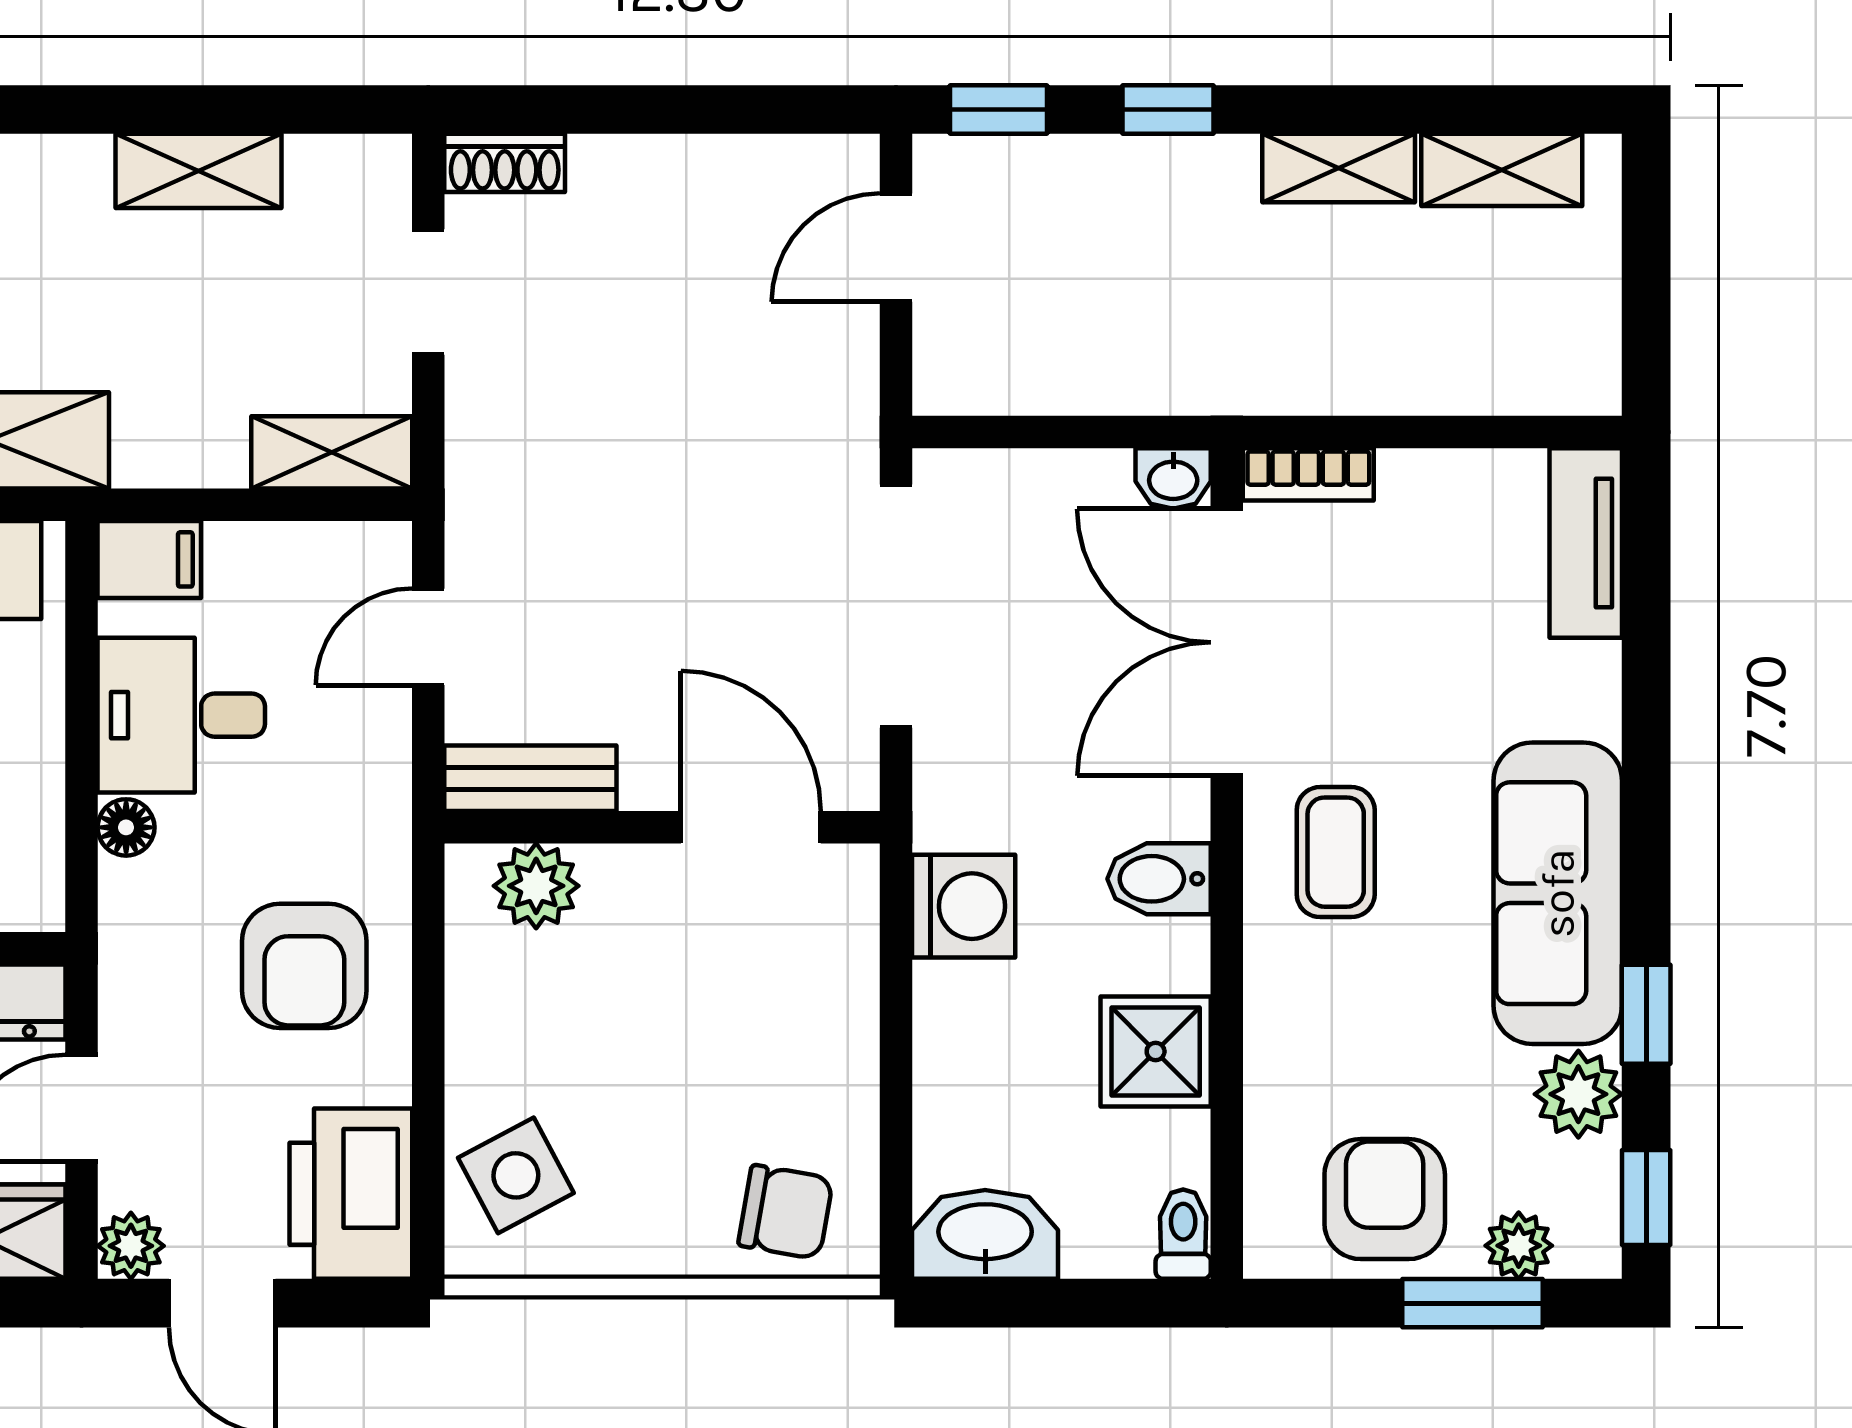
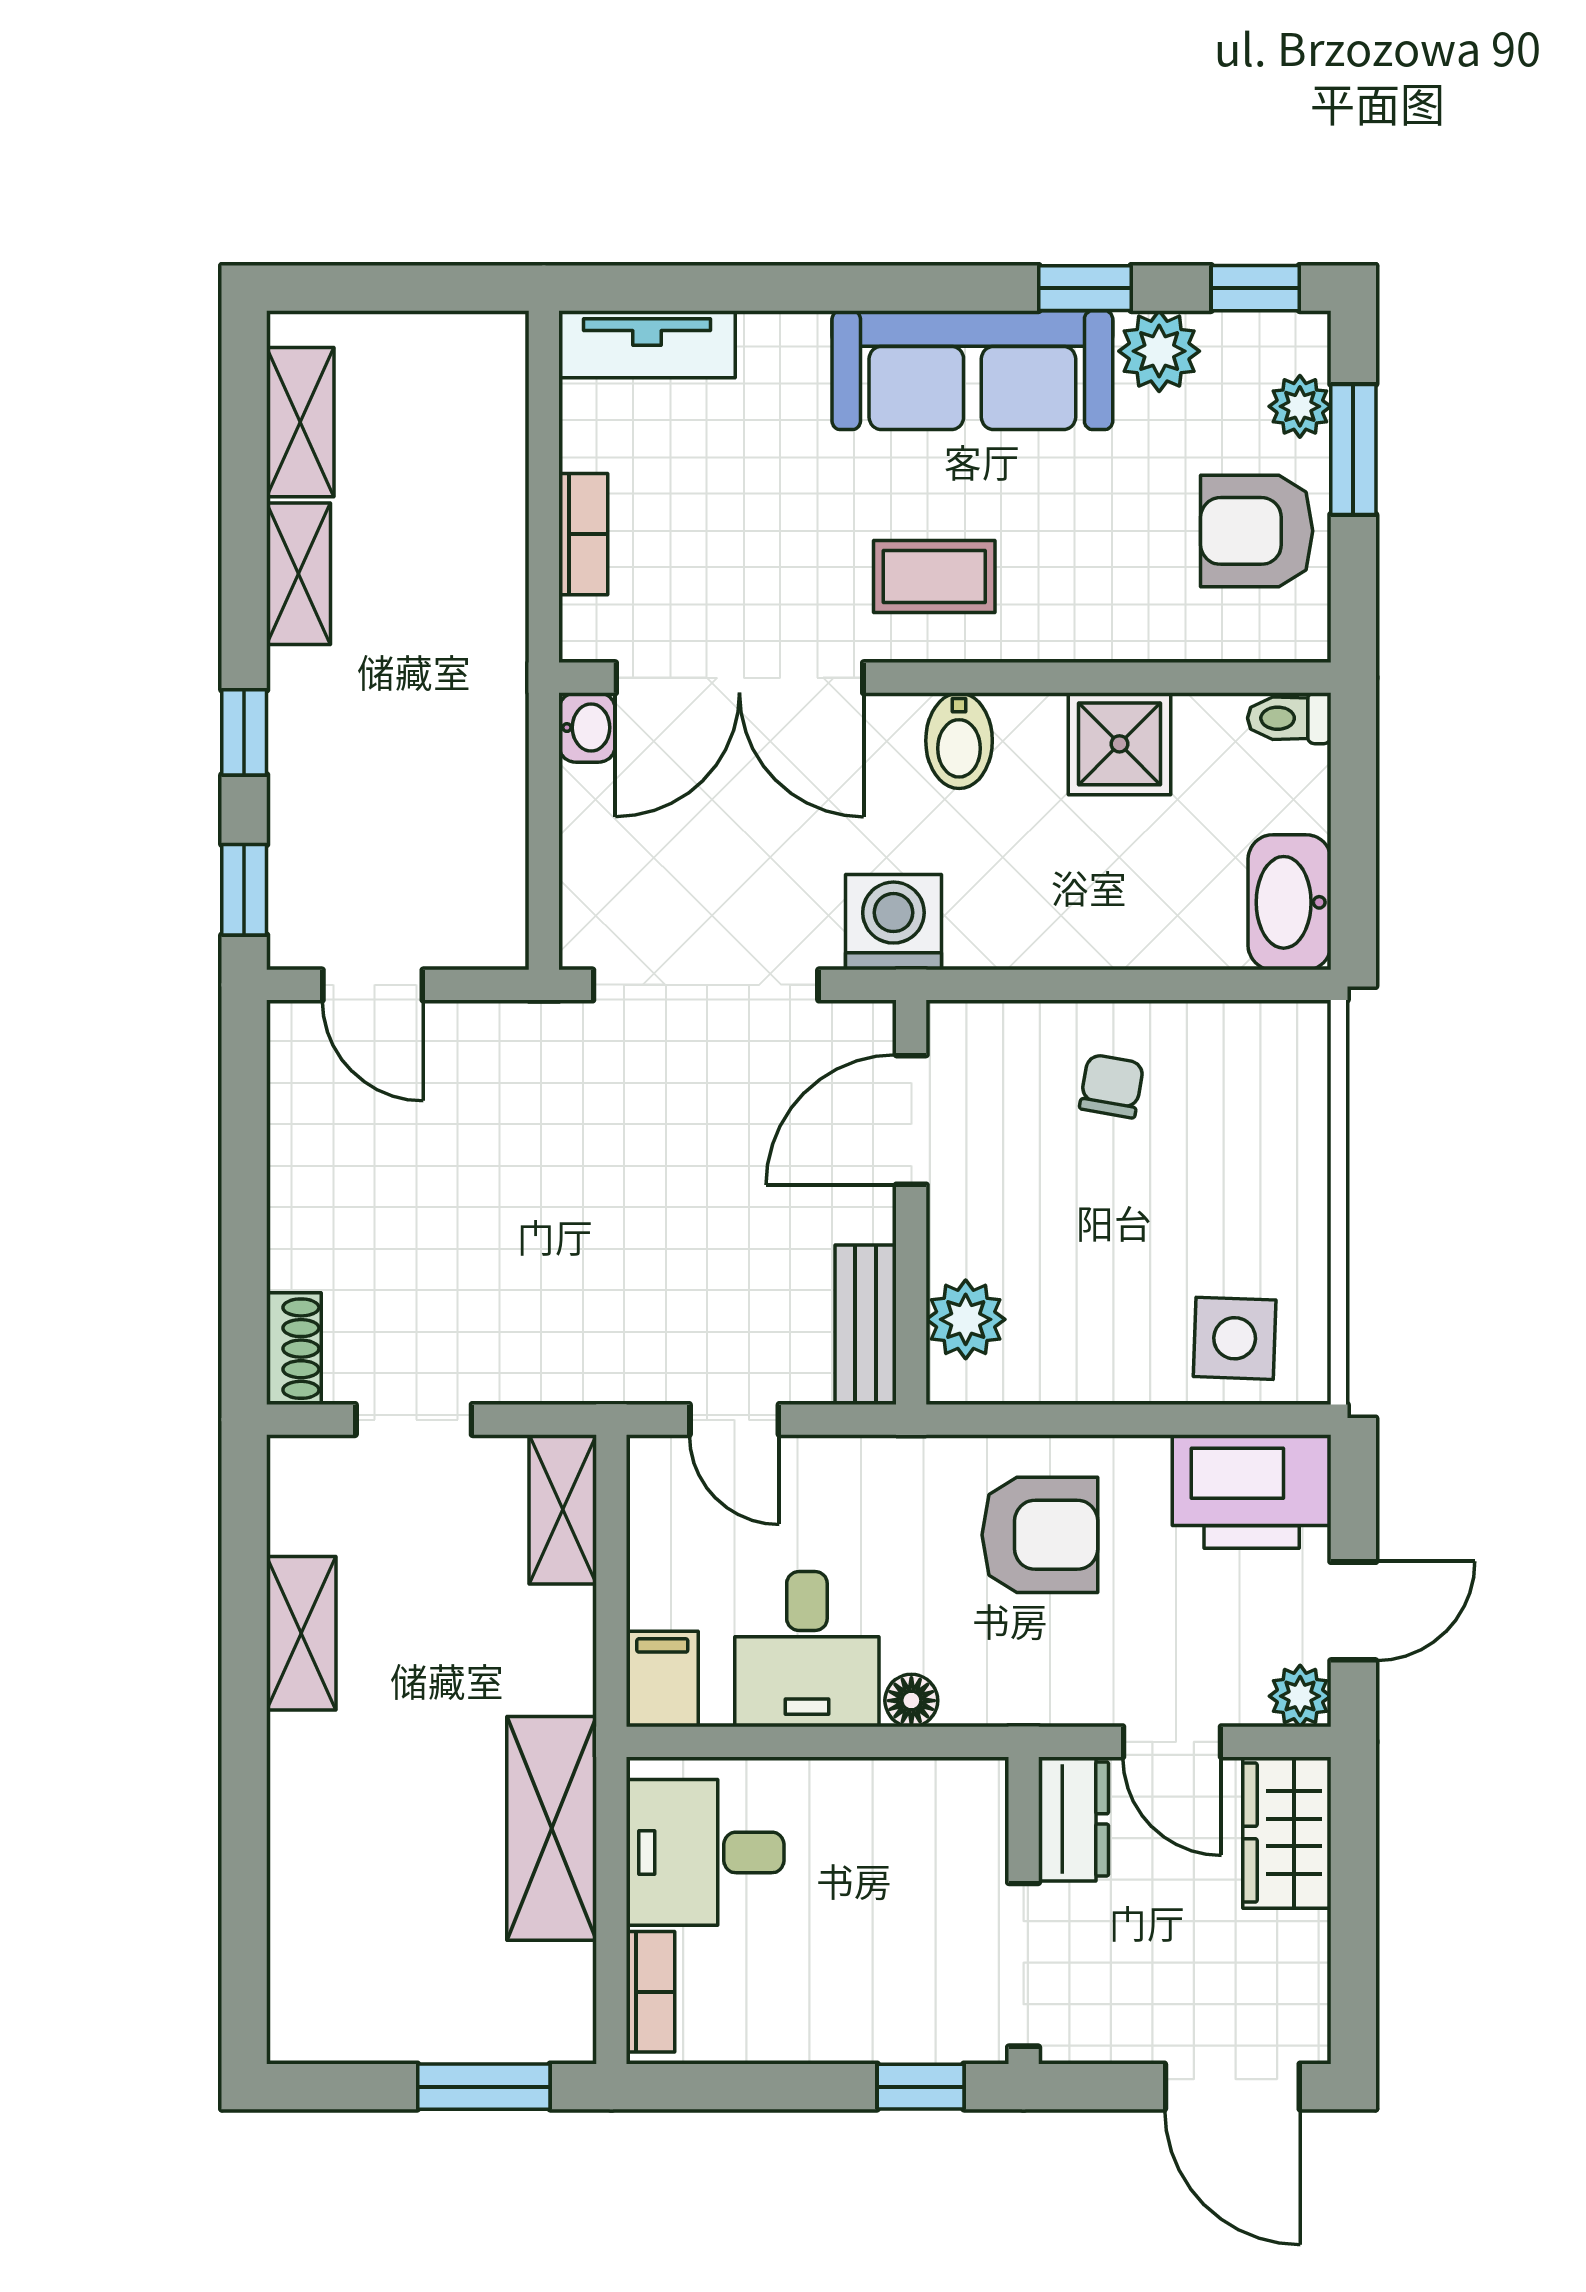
bookcase: (1308, 474) -> (583, 534), moved
washing machine: (964, 906) -> (893, 922), moved
side table: (516, 1175) -> (1235, 1338), turned 30
chair: (786, 1212) -> (1112, 1086), moved, width x0.73, depth x0.73

